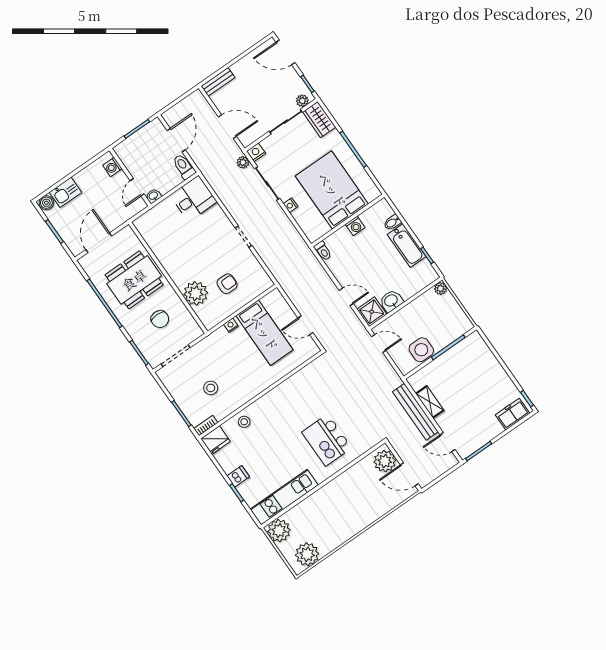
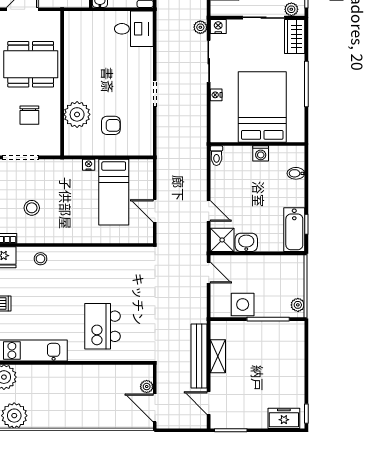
bathtub: (407, 245) -> (294, 230), moved
plant: (441, 288) -> (298, 305), moved
plant: (385, 461) -> (147, 387), width x0.53, depth x0.53

